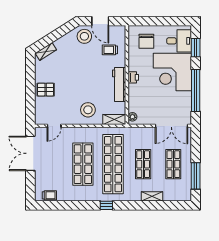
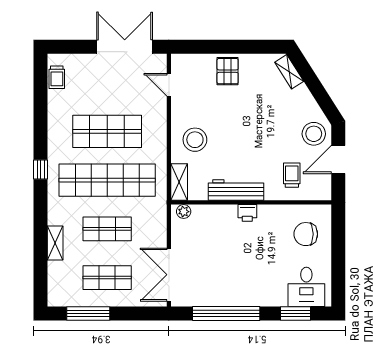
corner desk: (172, 72) -> (256, 276), removed

